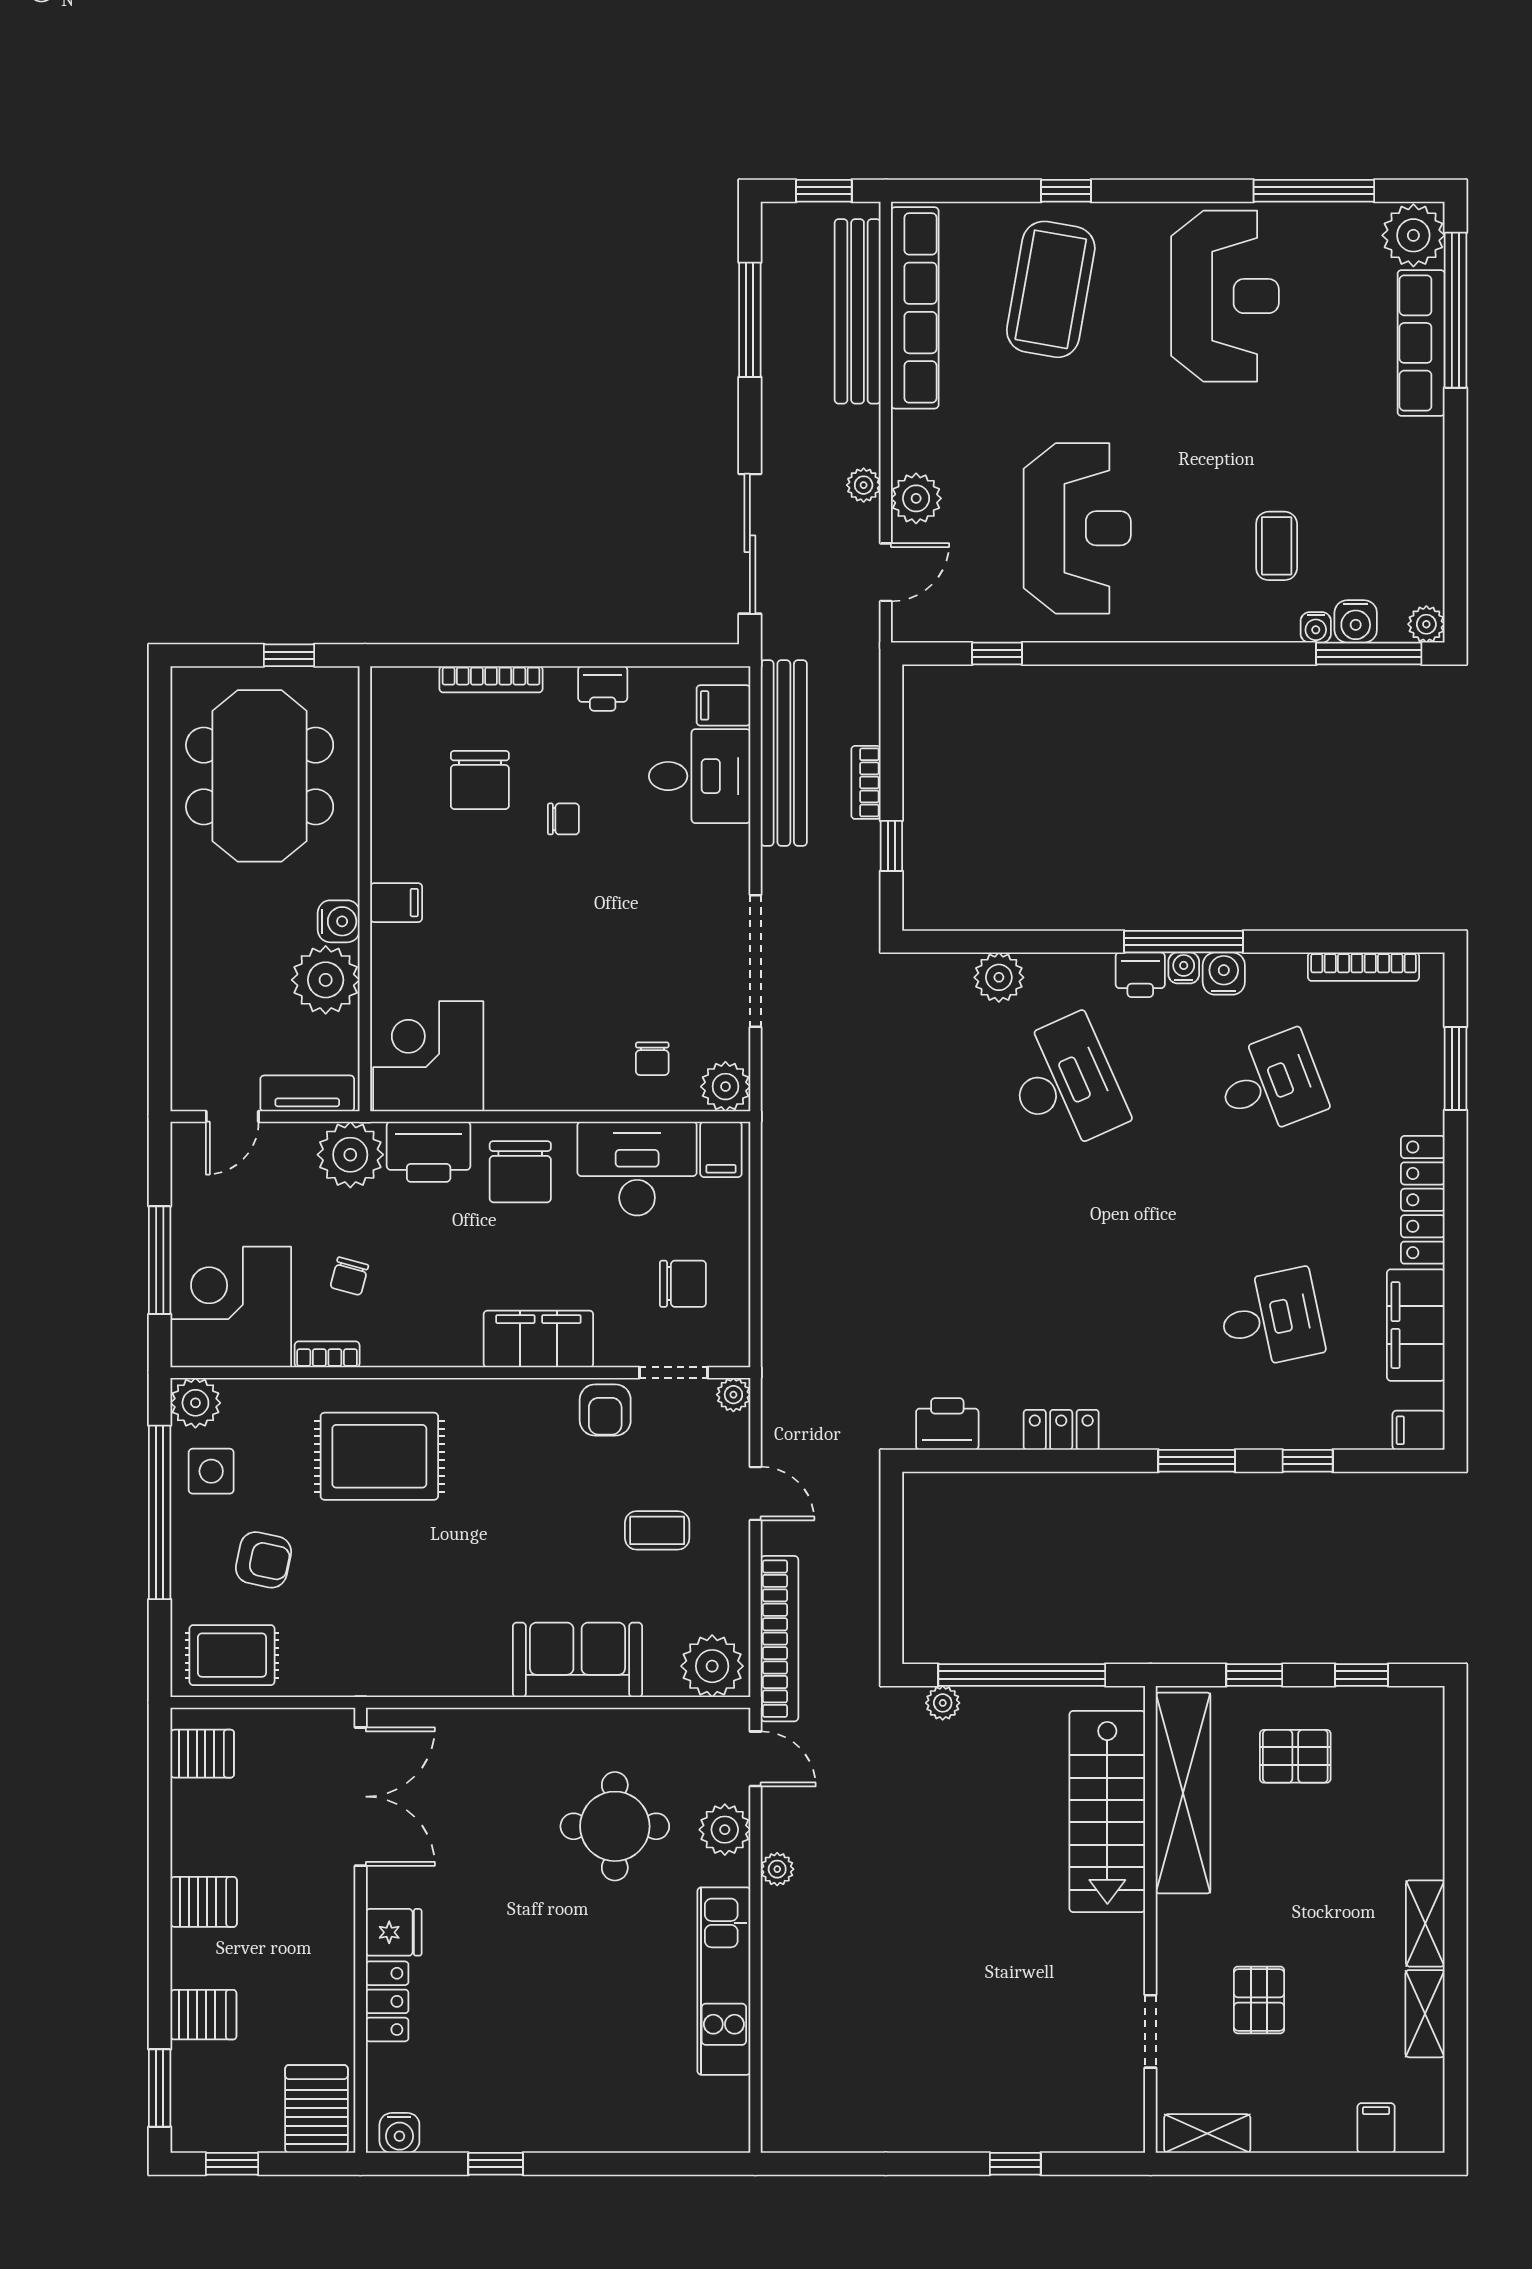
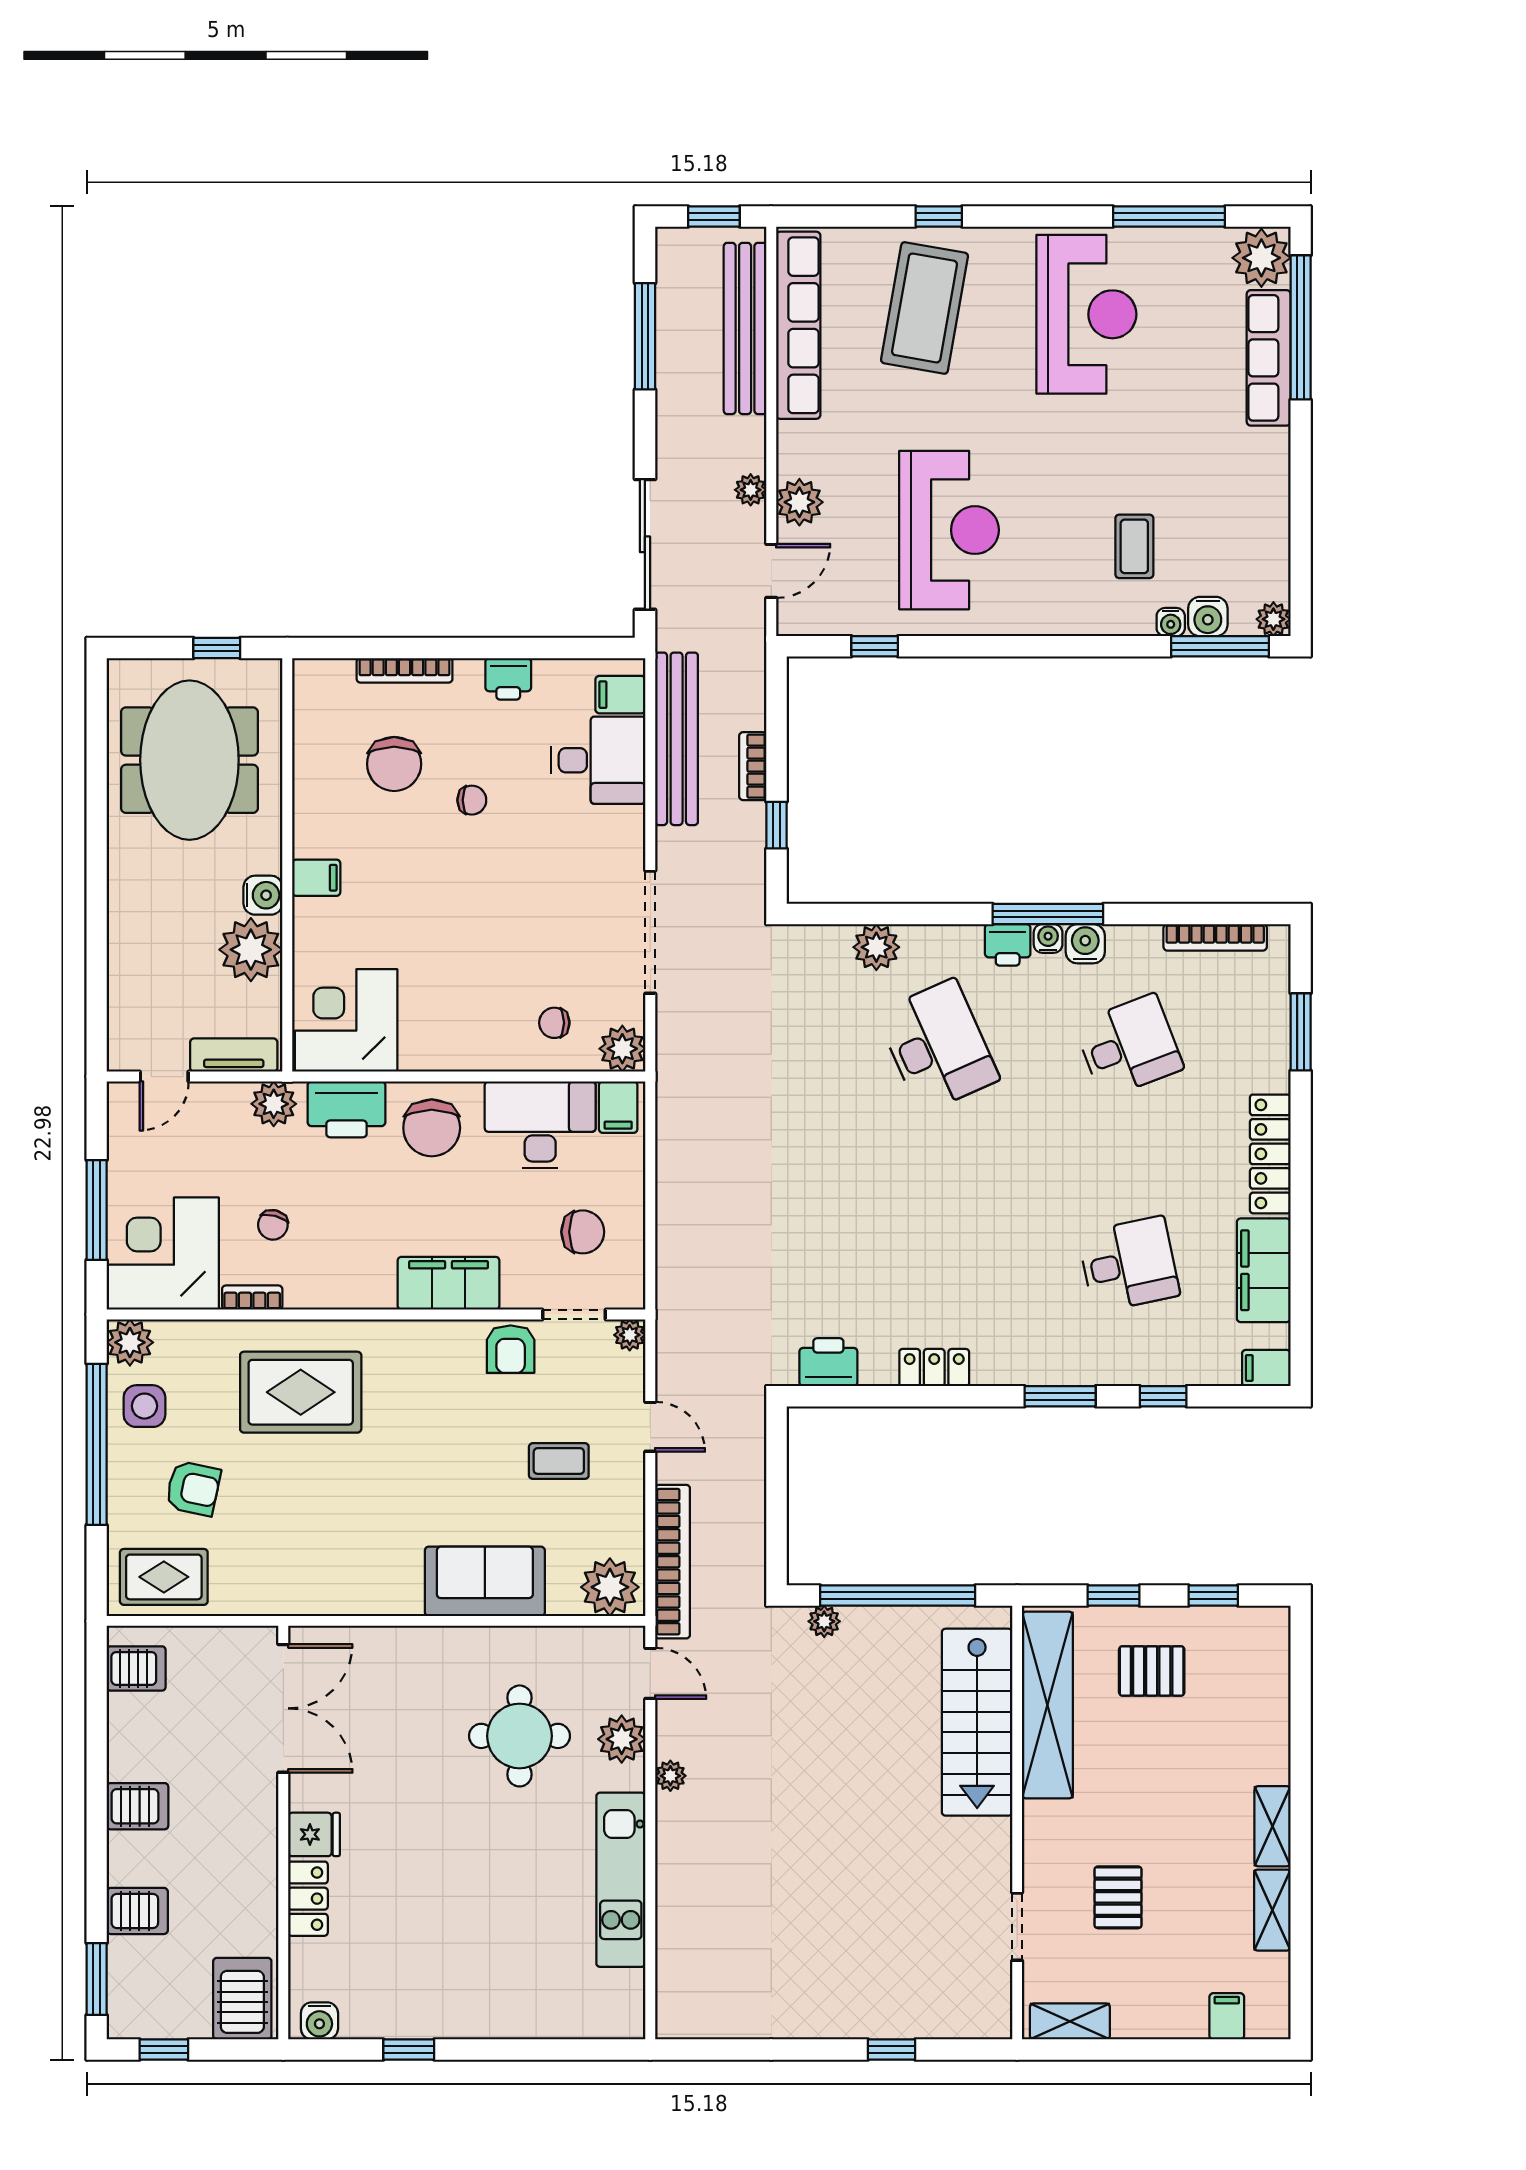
chair: (652, 1059) -> (554, 1023), turned 90
plant: (350, 1155) -> (274, 1104), width x0.73, depth x0.73

